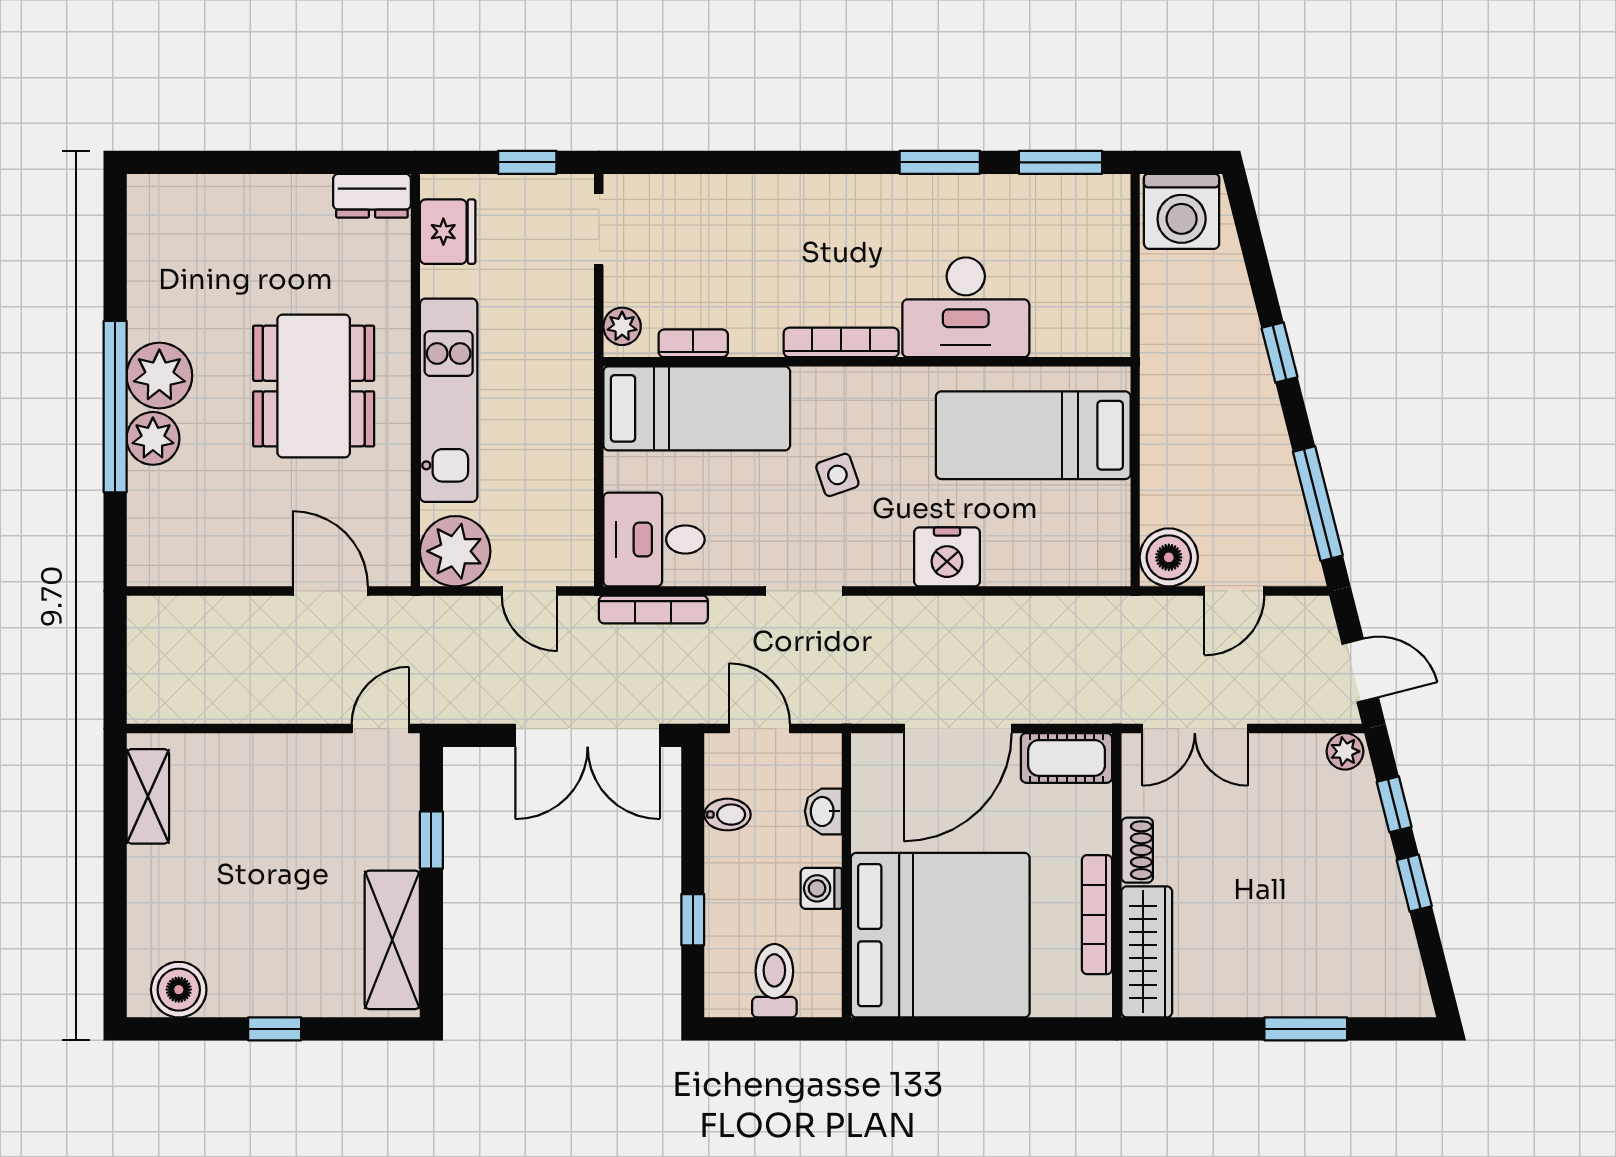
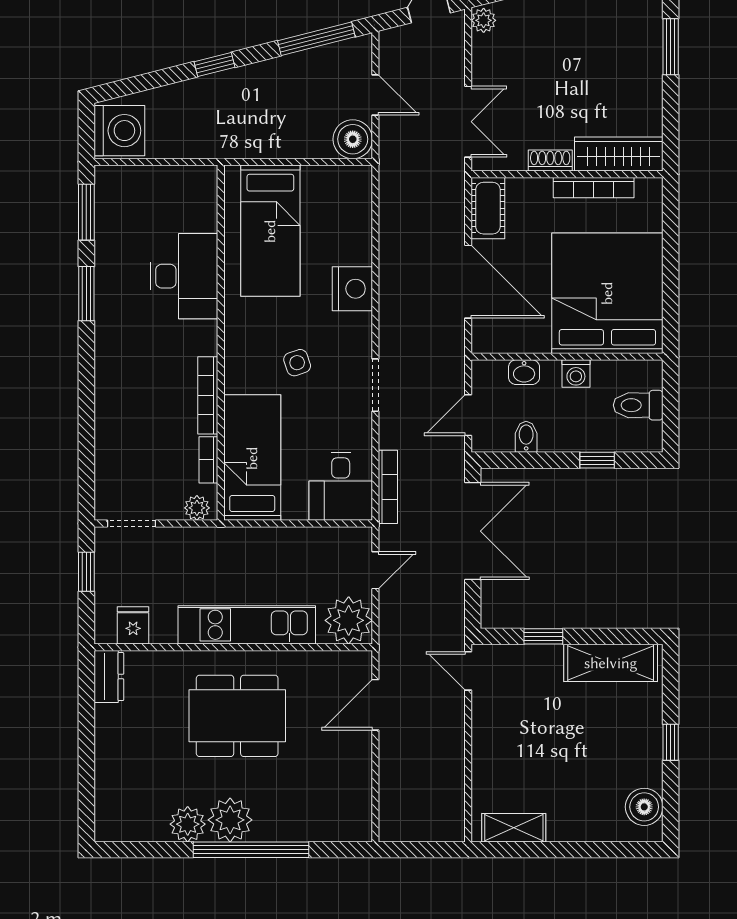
fridge: (448, 232) -> (133, 625), width x0.72
bookcase: (841, 342) -> (208, 395), moved
plant: (153, 438) -> (188, 824), moved

